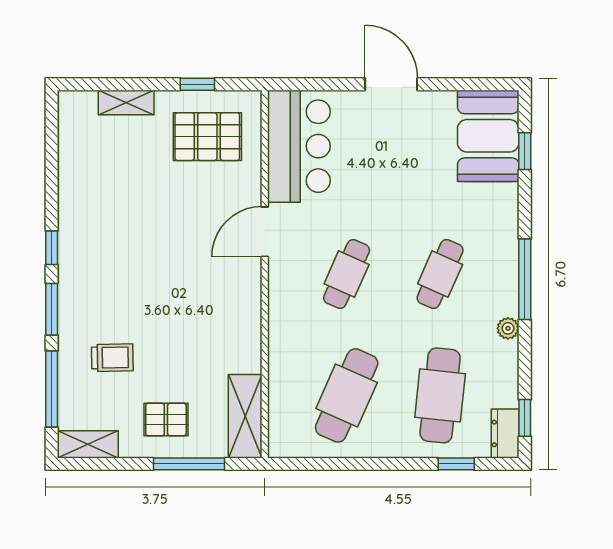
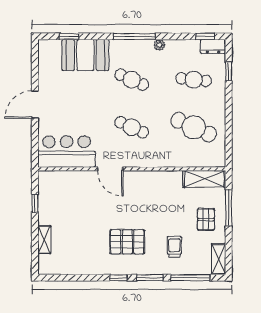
booth: (488, 136) -> (85, 55), moved
pallet: (207, 137) -> (127, 242), moved, turned 90
cafe table: (440, 395) -> (194, 80), width x0.73, depth x0.74

